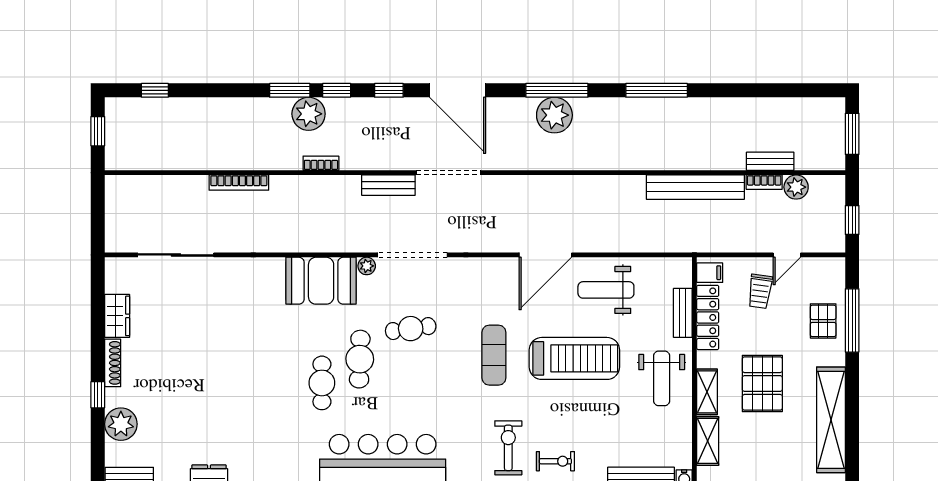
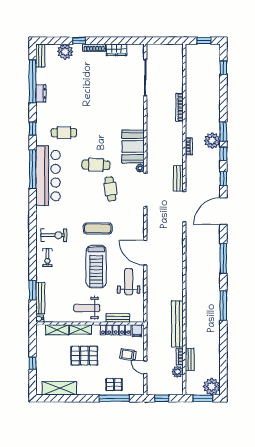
plant: (554, 115) -> (212, 387), moved
cafe table: (322, 383) -> (64, 133), moved
shelving: (831, 420) -> (59, 388), width x0.68

